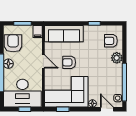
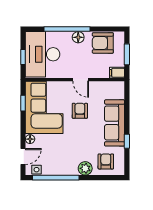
sofa: (64, 34) -> (115, 123), moved
armchair: (13, 43) -> (103, 43), turned 180
door: (43, 62) -> (81, 80), hinge flipped

